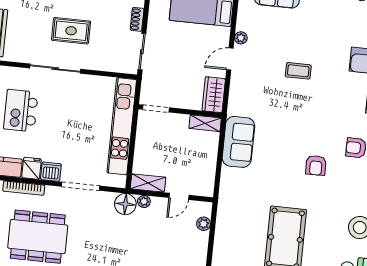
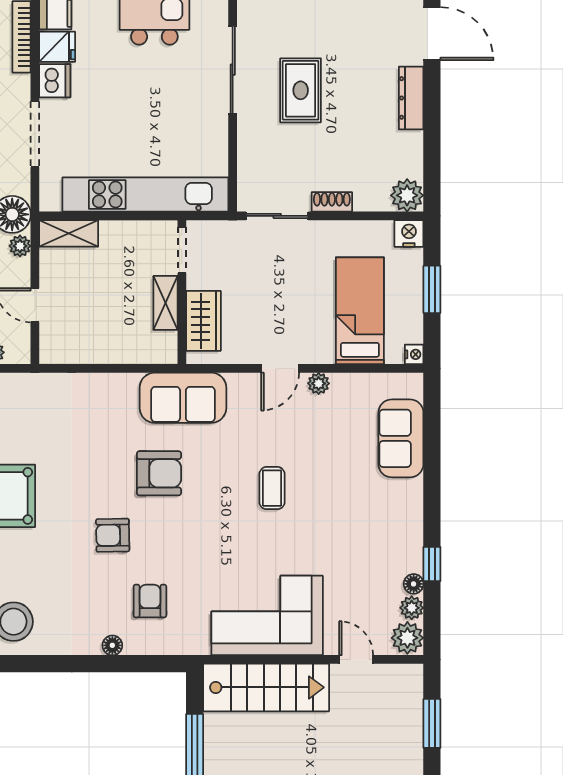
door: (230, 59) -> (280, 368), swing flipped
wardrobe: (214, 95) -> (203, 321), moved, turned 90
shelving: (205, 123) -> (165, 303), moved
armchair: (283, 135) -> (159, 473), added
sofa: (238, 142) -> (183, 398), moved
shelving: (148, 183) -> (69, 233), moved, turned 90

